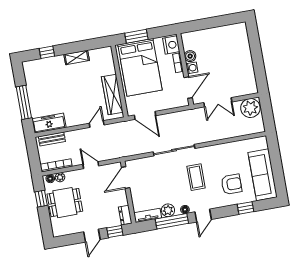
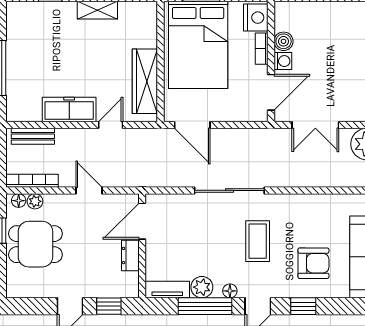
freezer: (49, 123) -> (69, 110), moved
window: (245, 208) -> (303, 306), moved
dresser: (125, 215) -> (130, 256), moved

